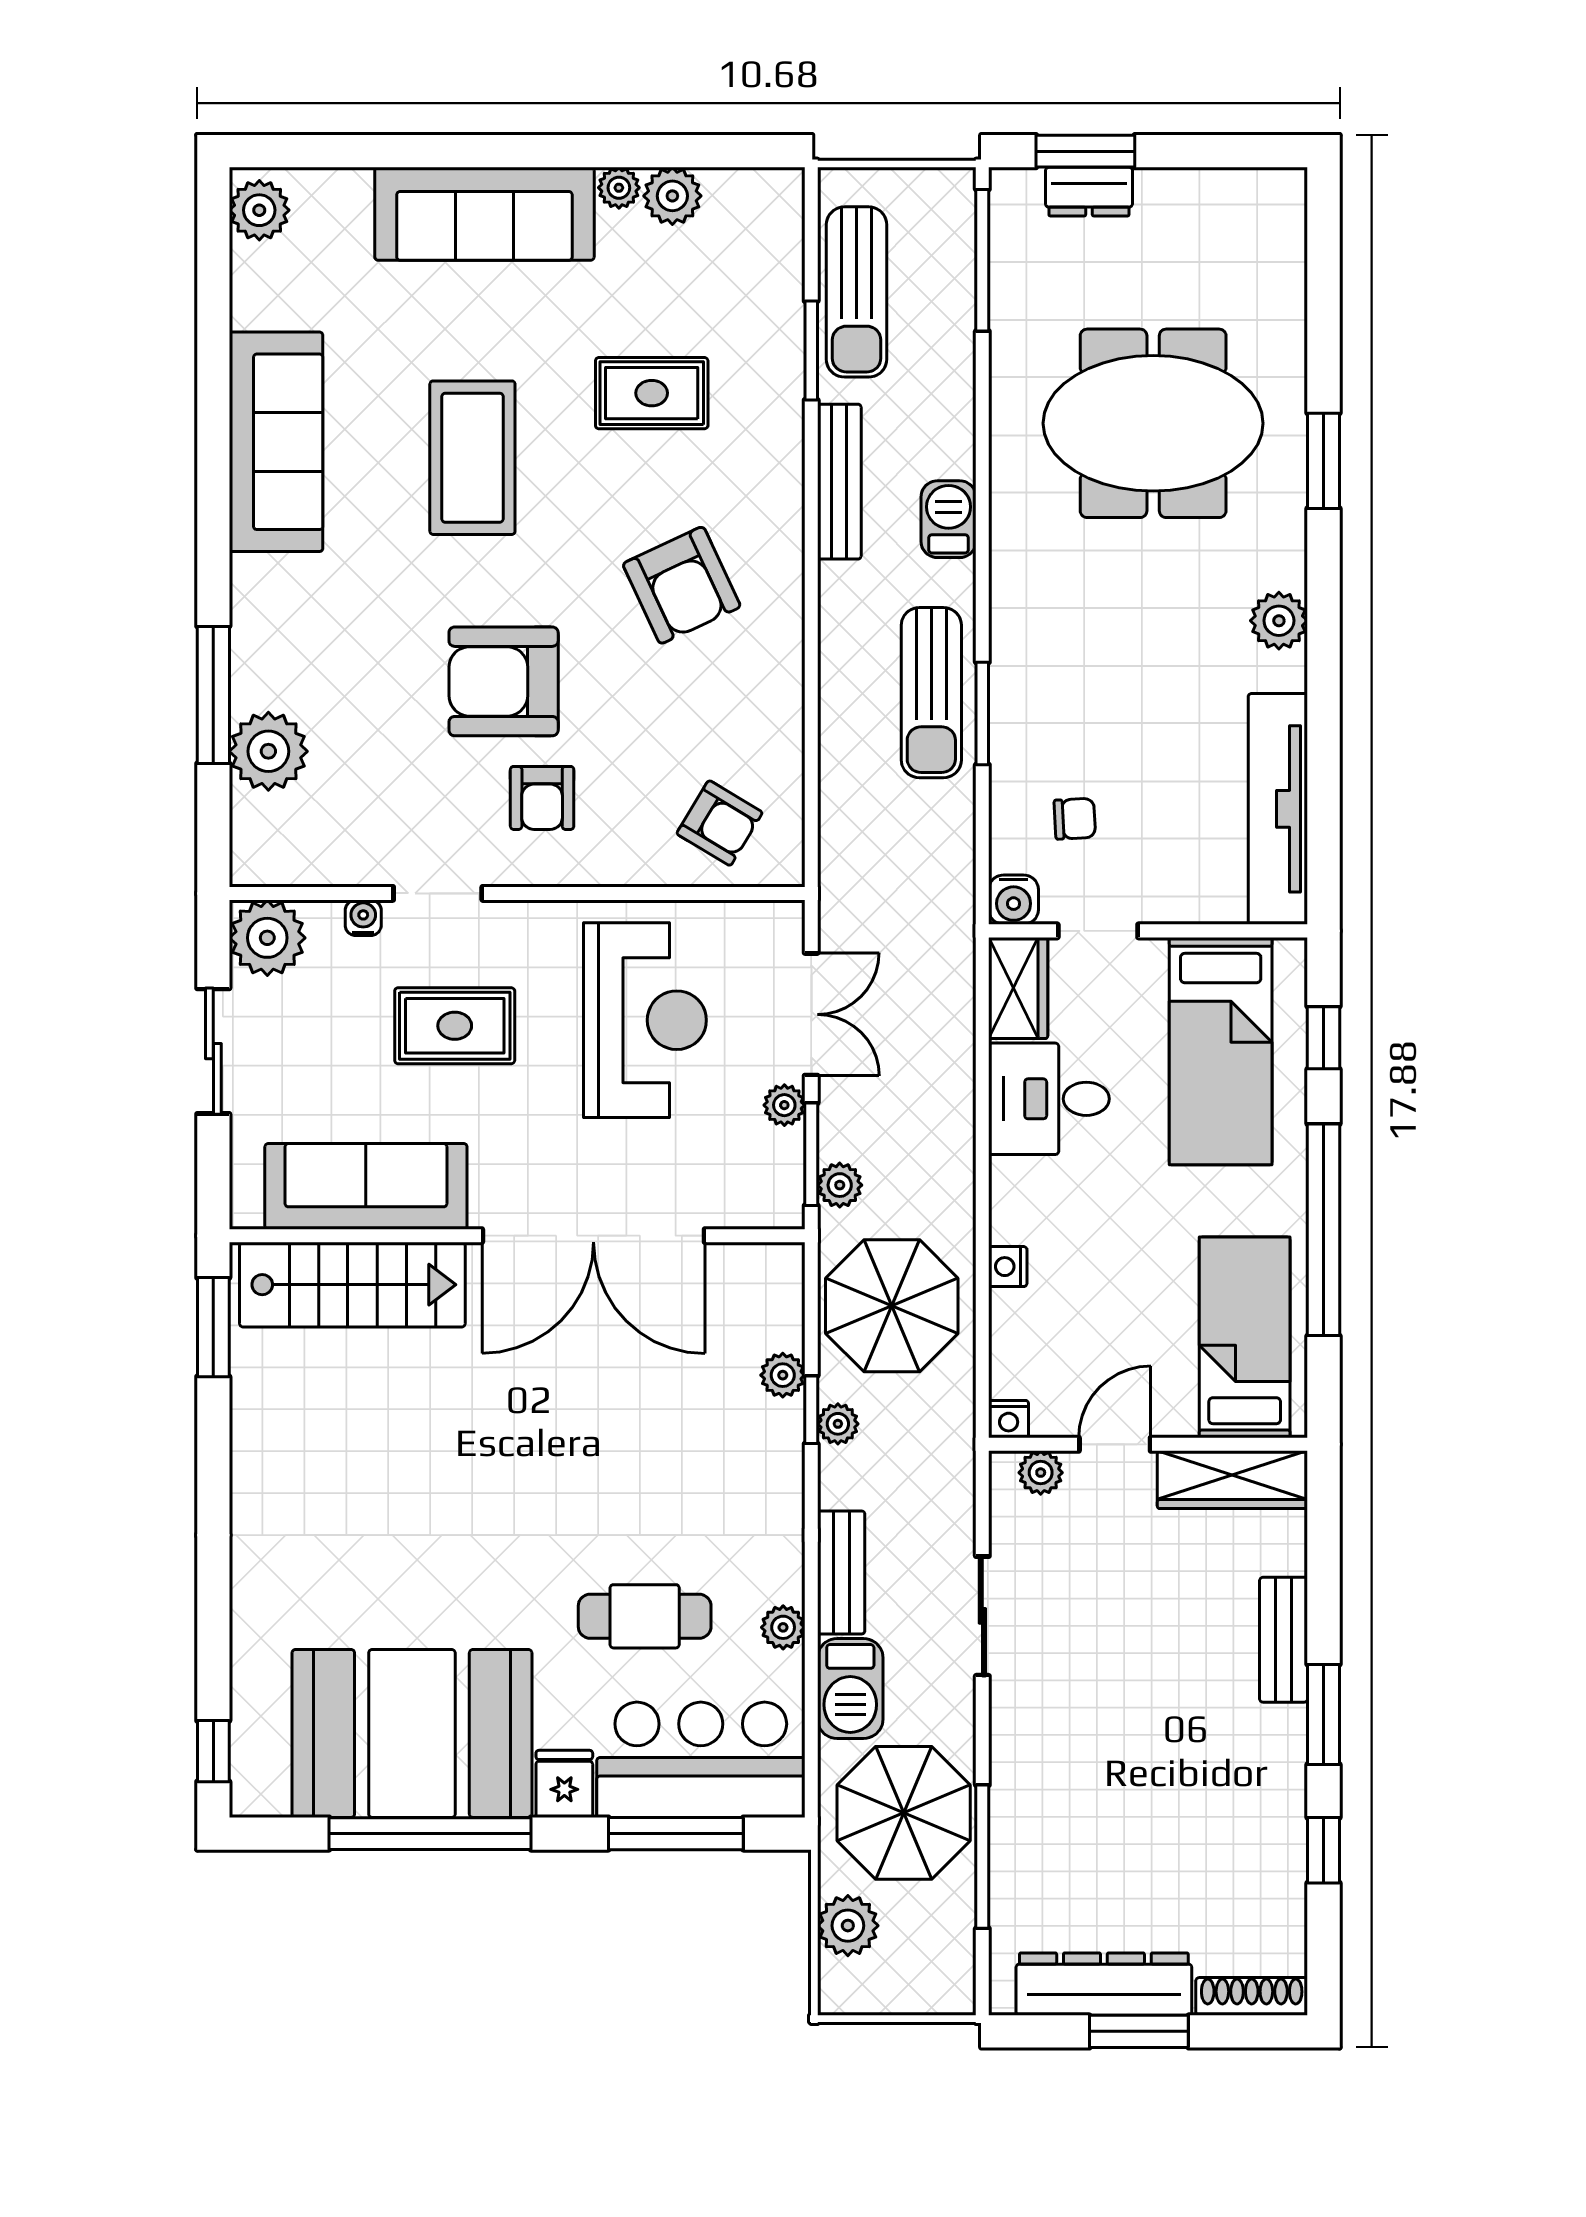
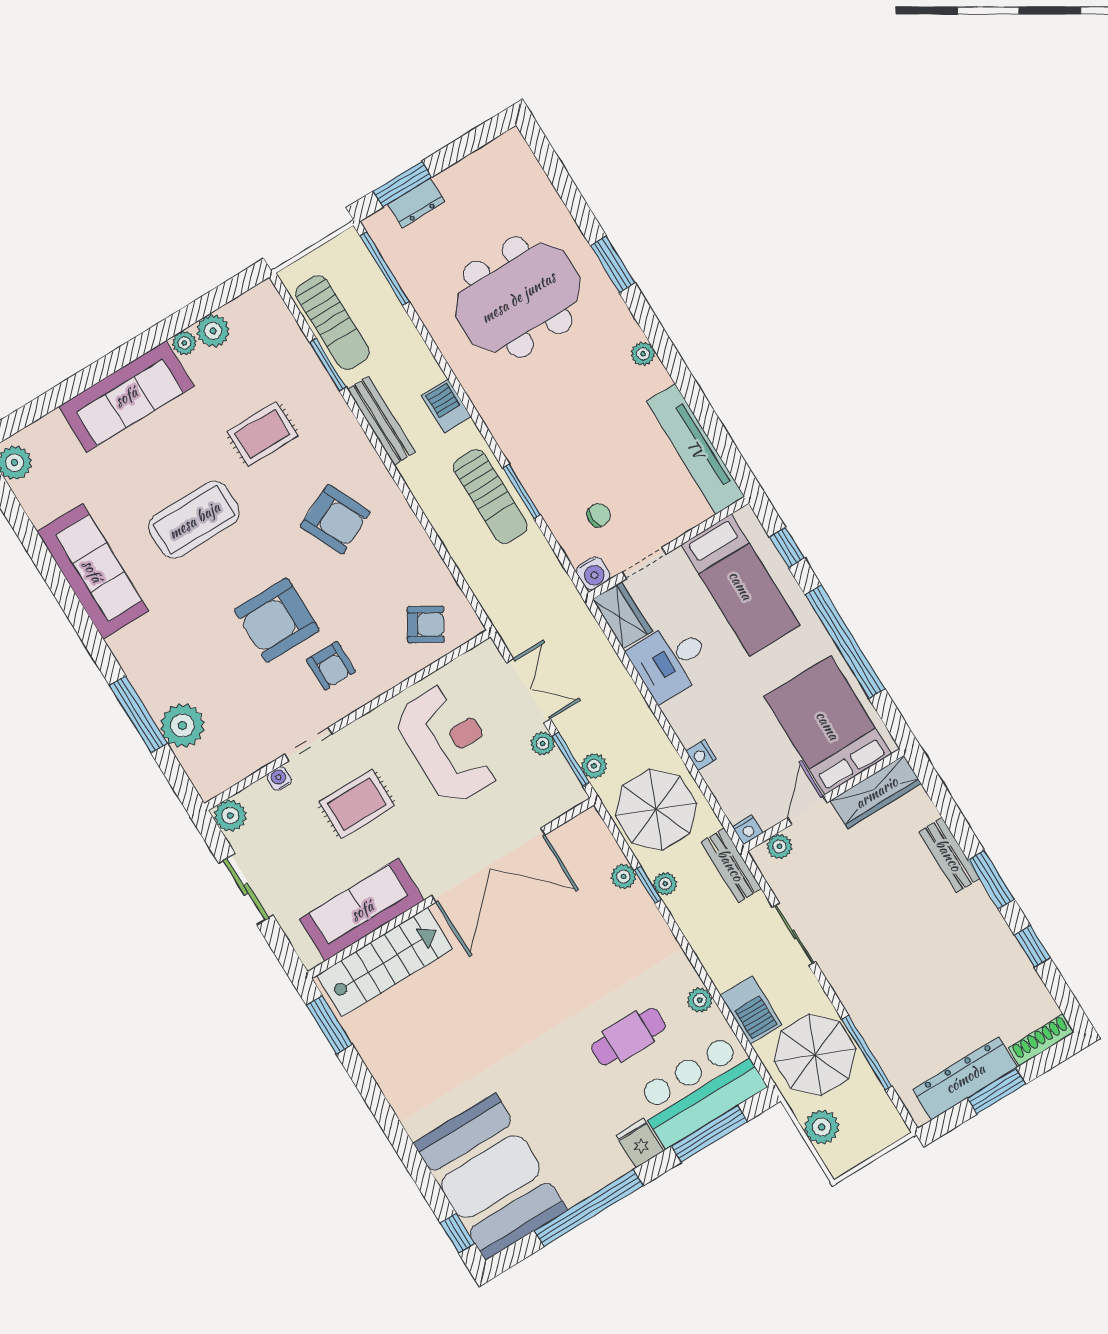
coffee table: (472, 458) -> (194, 520), turned 90
plant: (1279, 621) -> (643, 354), width x0.73, depth x0.73
plant: (267, 938) -> (230, 816), width x0.73, depth x0.73
bed: (1245, 1337) -> (828, 725), width x1.50
bench: (841, 1572) -> (731, 865), moved
booth: (412, 1733) -> (490, 1177), moved, turned 90

